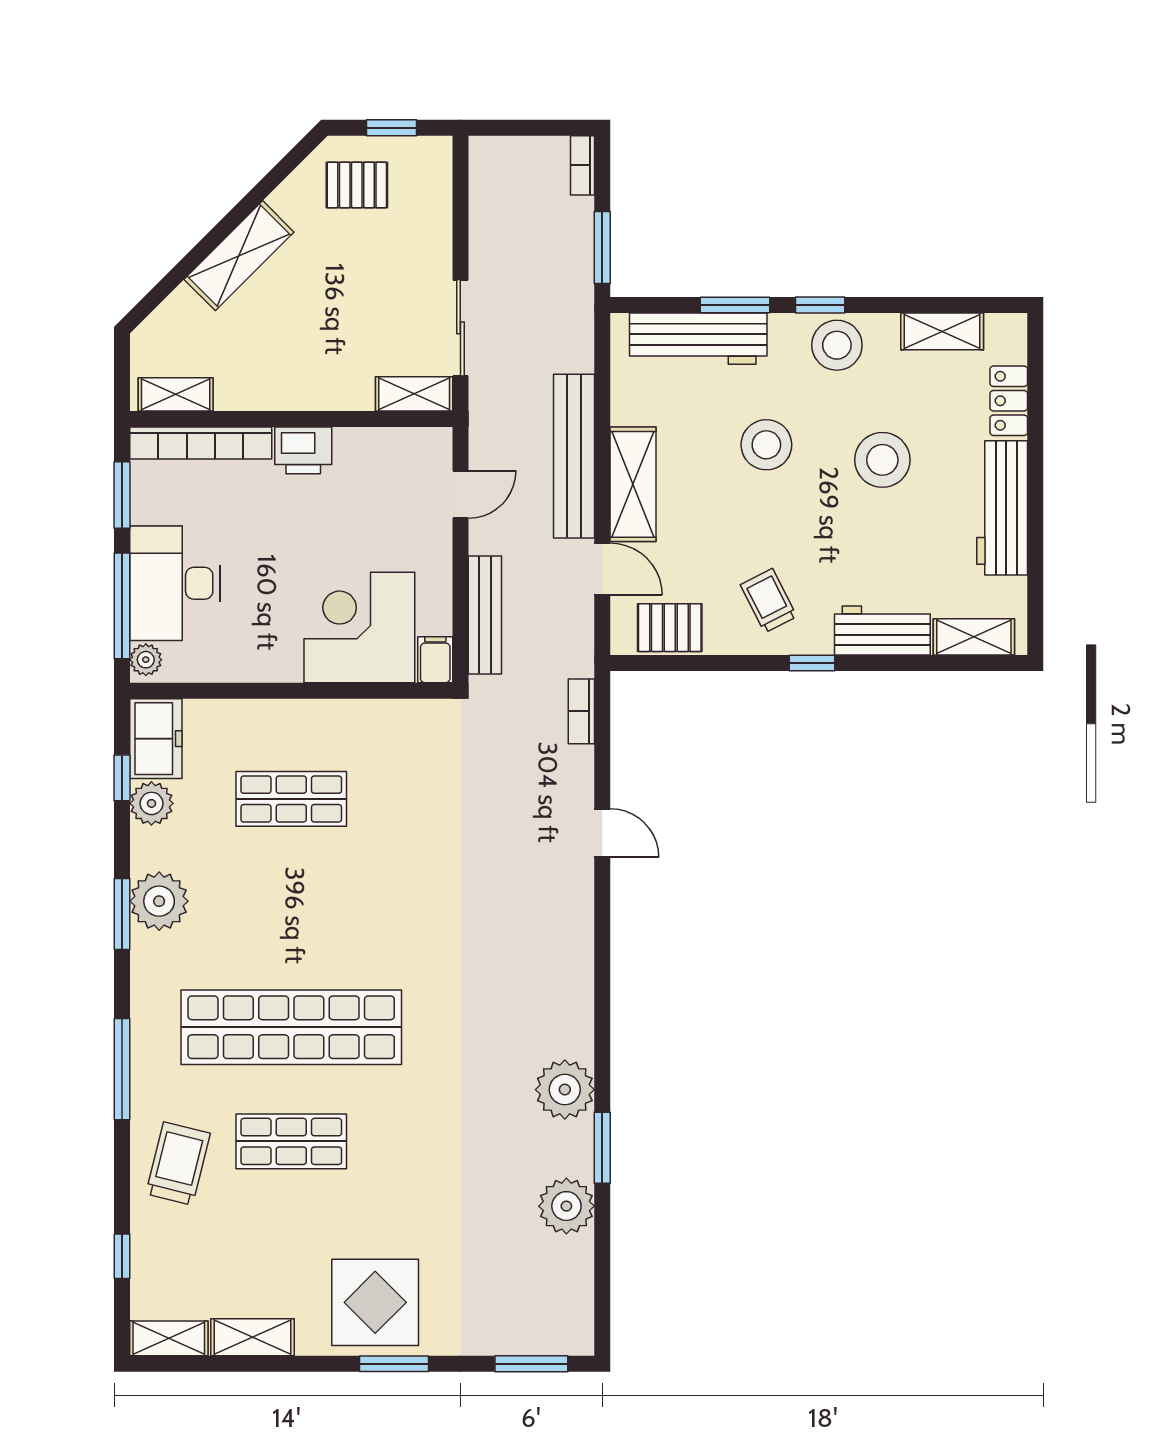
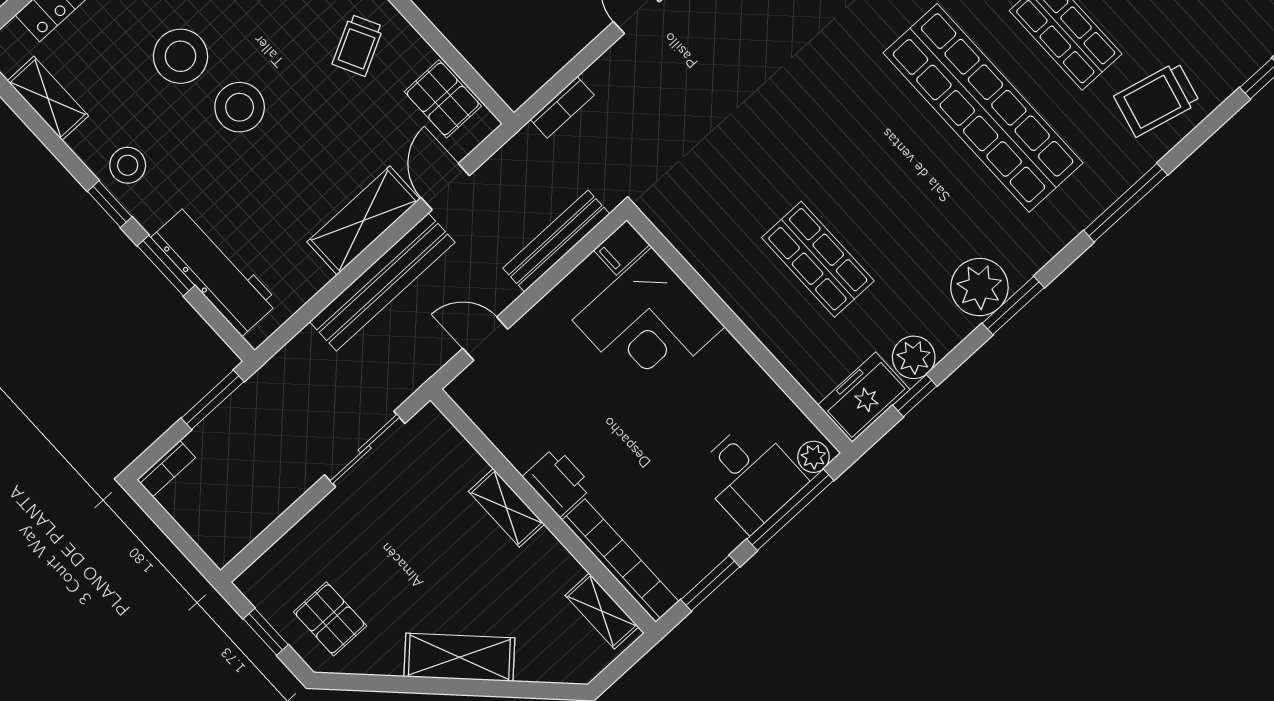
stool: (837, 345) -> (128, 165), width x0.73, depth x0.73
shelving: (414, 394) -> (506, 508), moved
stool: (766, 445) -> (240, 107), moved
desk: (175, 583) -> (750, 476), width x0.73

